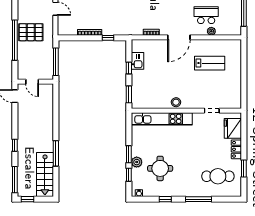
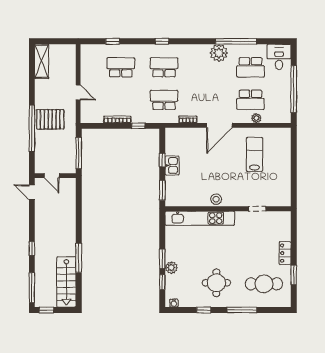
school desk: (130, 15) -> (164, 100), added
school desk: (206, 15) -> (251, 100), turned 180
kitchen sink: (137, 61) -> (172, 165), moved
lab bench: (210, 63) -> (254, 154), turned -90
fridge: (233, 128) -> (281, 229), removed
round table: (160, 168) -> (216, 283), moved

